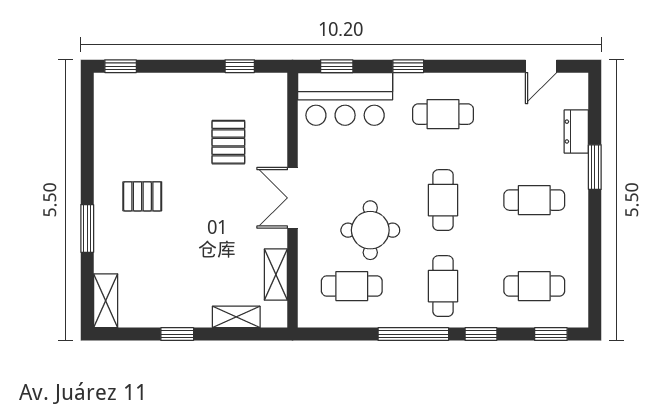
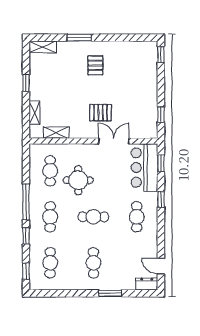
dresser: (576, 132) -> (147, 284), moved
pallet: (228, 142) -> (100, 113), moved
double door: (292, 198) -> (114, 141), moved
cafe table: (443, 286) -> (50, 217), turned 90

